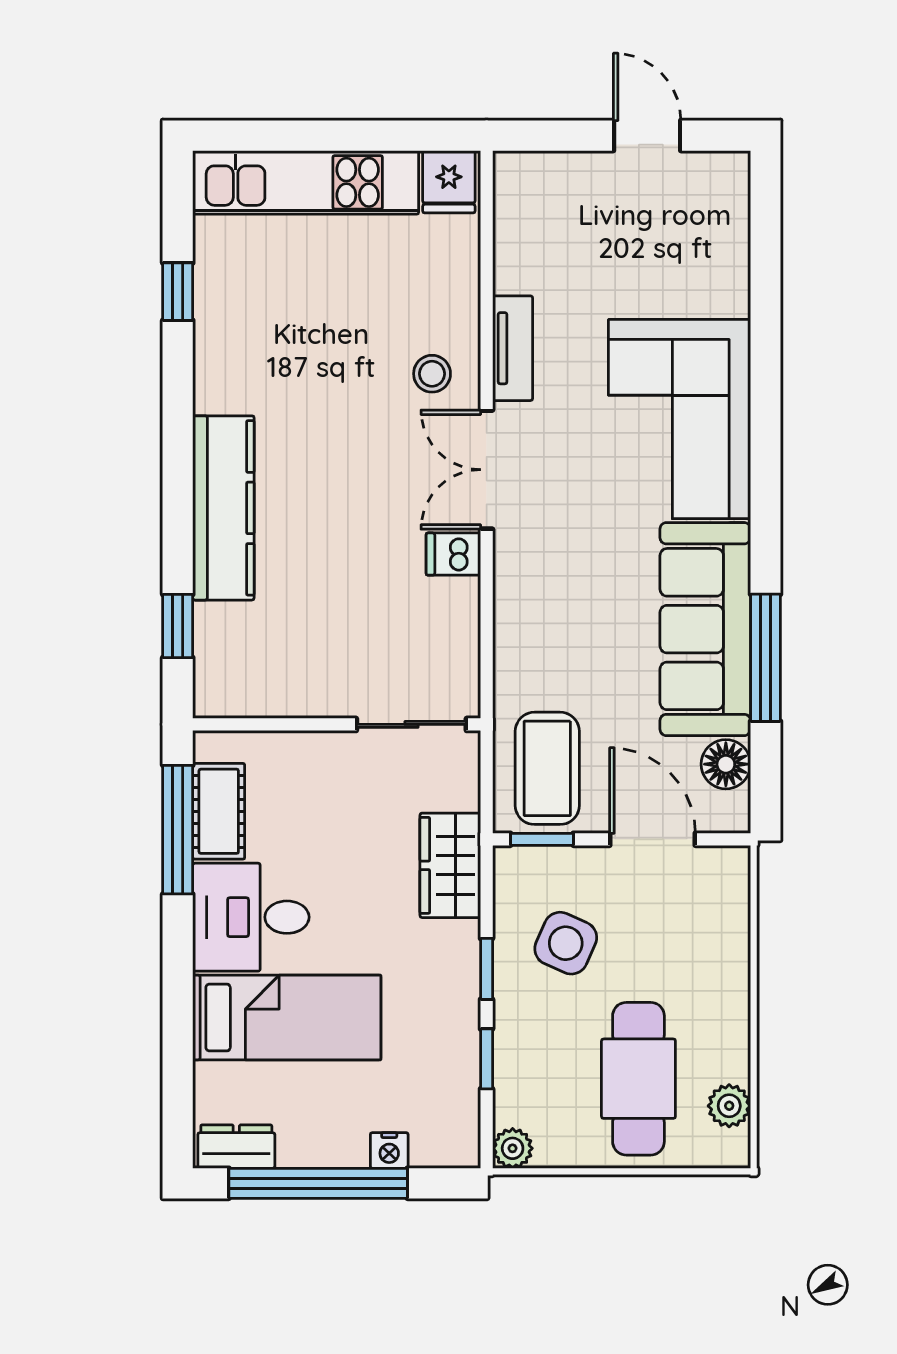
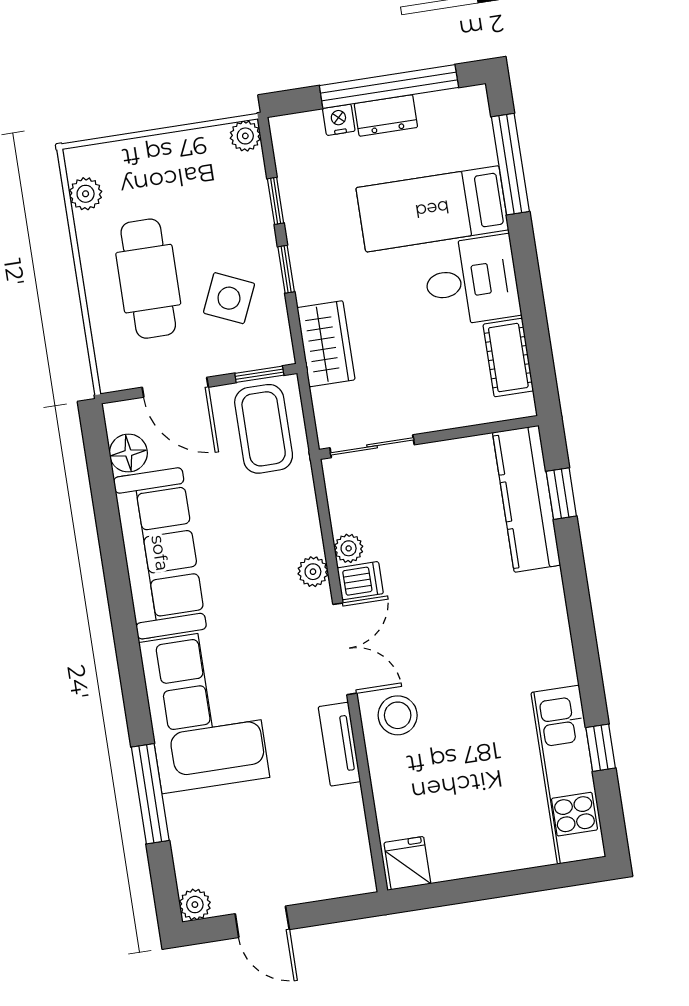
plant: (730, 171) -> (195, 905), added
kitchen unit: (306, 182) -> (568, 775), moved, turned -90
stool: (432, 374) -> (398, 715), width x1.37, depth x1.37
kitchen counter: (223, 508) -> (527, 499), moved
plant: (512, 575) -> (313, 572), added
plant: (462, 598) -> (349, 548), added
window: (766, 658) -> (150, 794), moved
window: (178, 830) -> (510, 164), moved
cafe table: (638, 1079) -> (148, 279), moved
dresser: (236, 1147) -> (386, 115), moved

